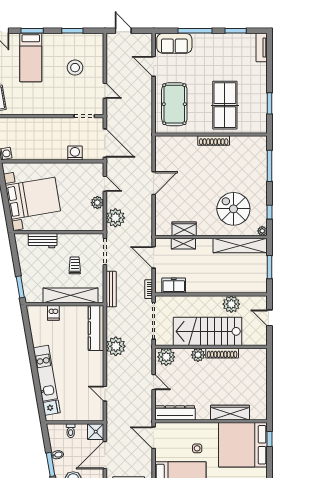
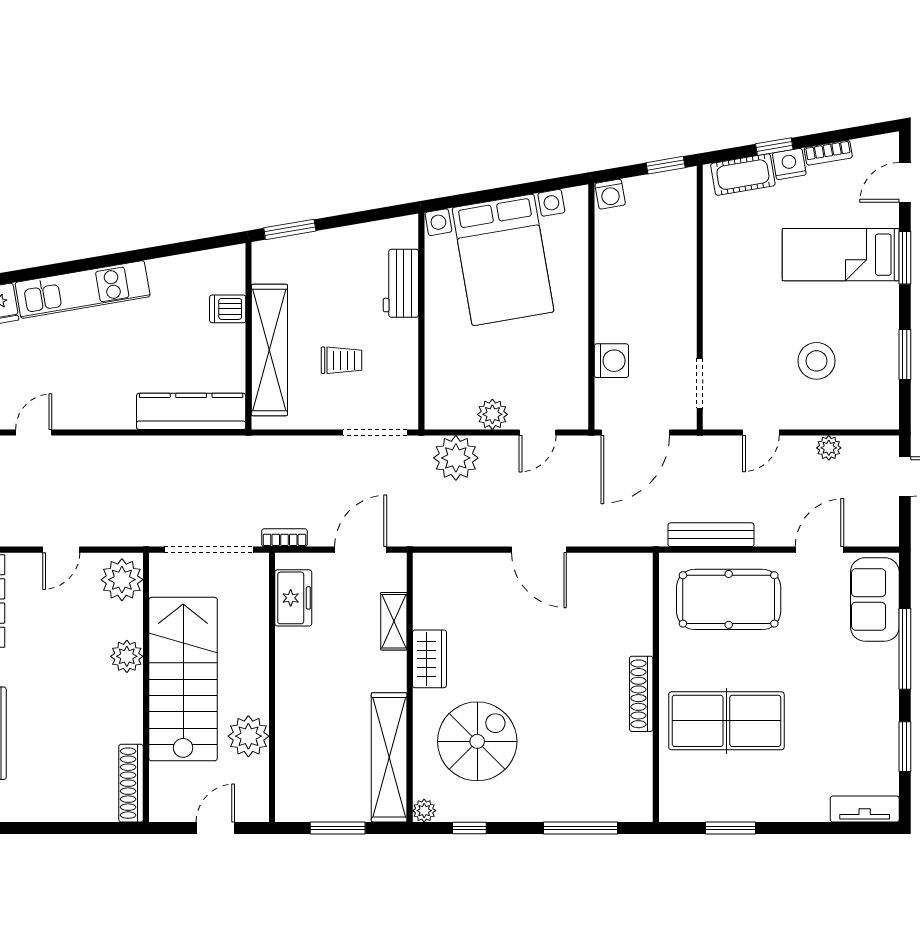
wardrobe: (184, 229) -> (429, 659), moved
bench: (111, 289) -> (711, 535), moved
plant: (116, 346) -> (829, 448), moved, width x0.53, depth x0.53
shoe rack: (222, 353) -> (131, 783), moved

